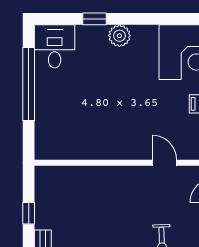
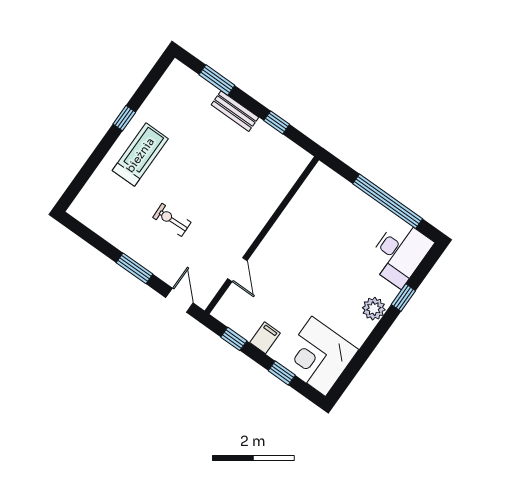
desk: (55, 46) -> (400, 253), width x1.37
door: (164, 163) -> (237, 270), hinge flipped

